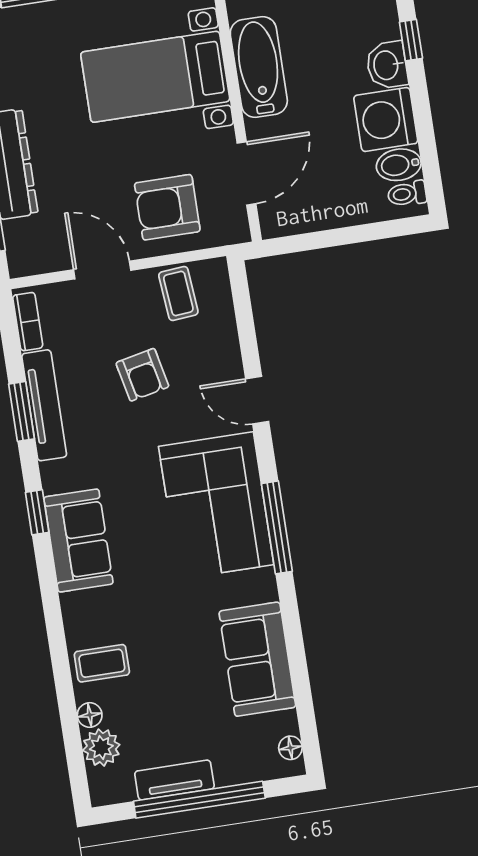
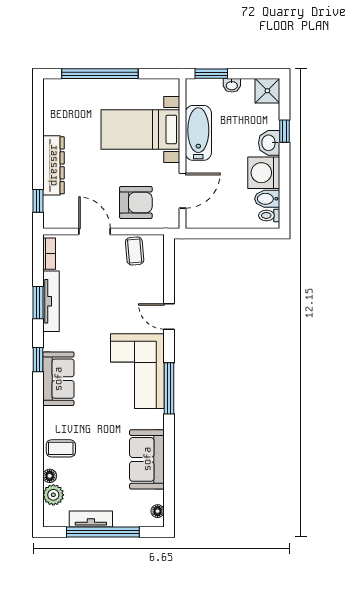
armchair: (167, 207) -> (136, 202), turned 180
armchair: (142, 375) -> (108, 293), removed

